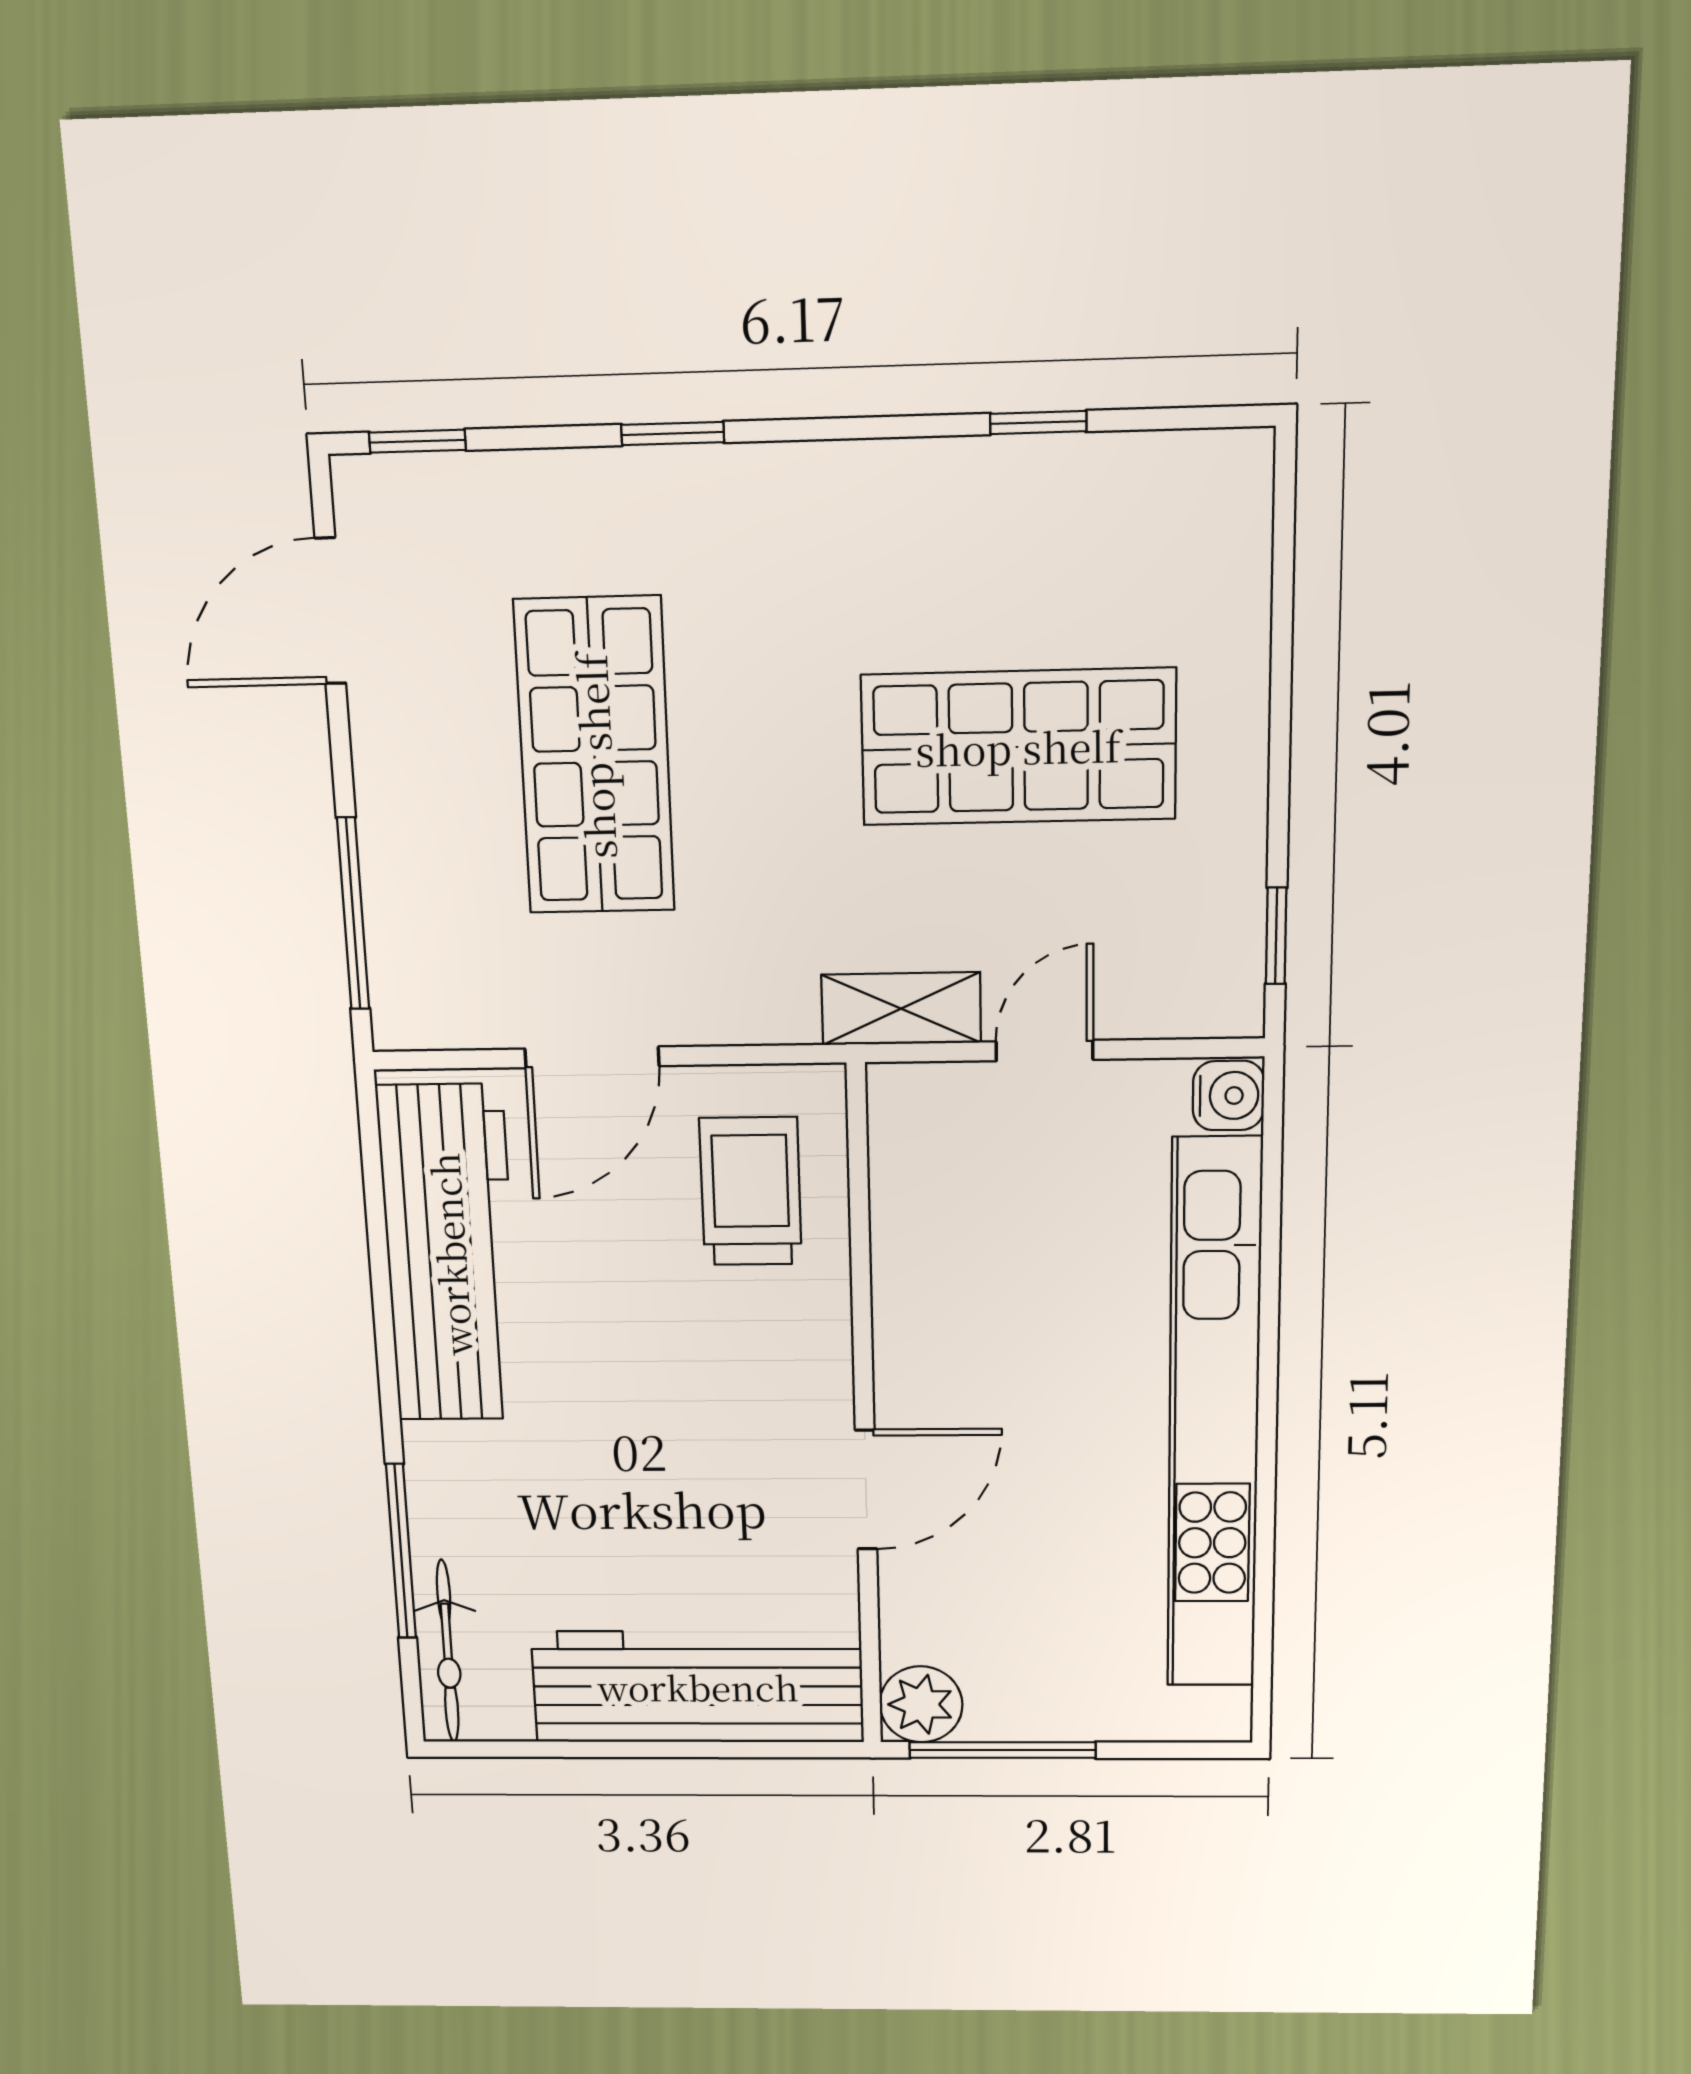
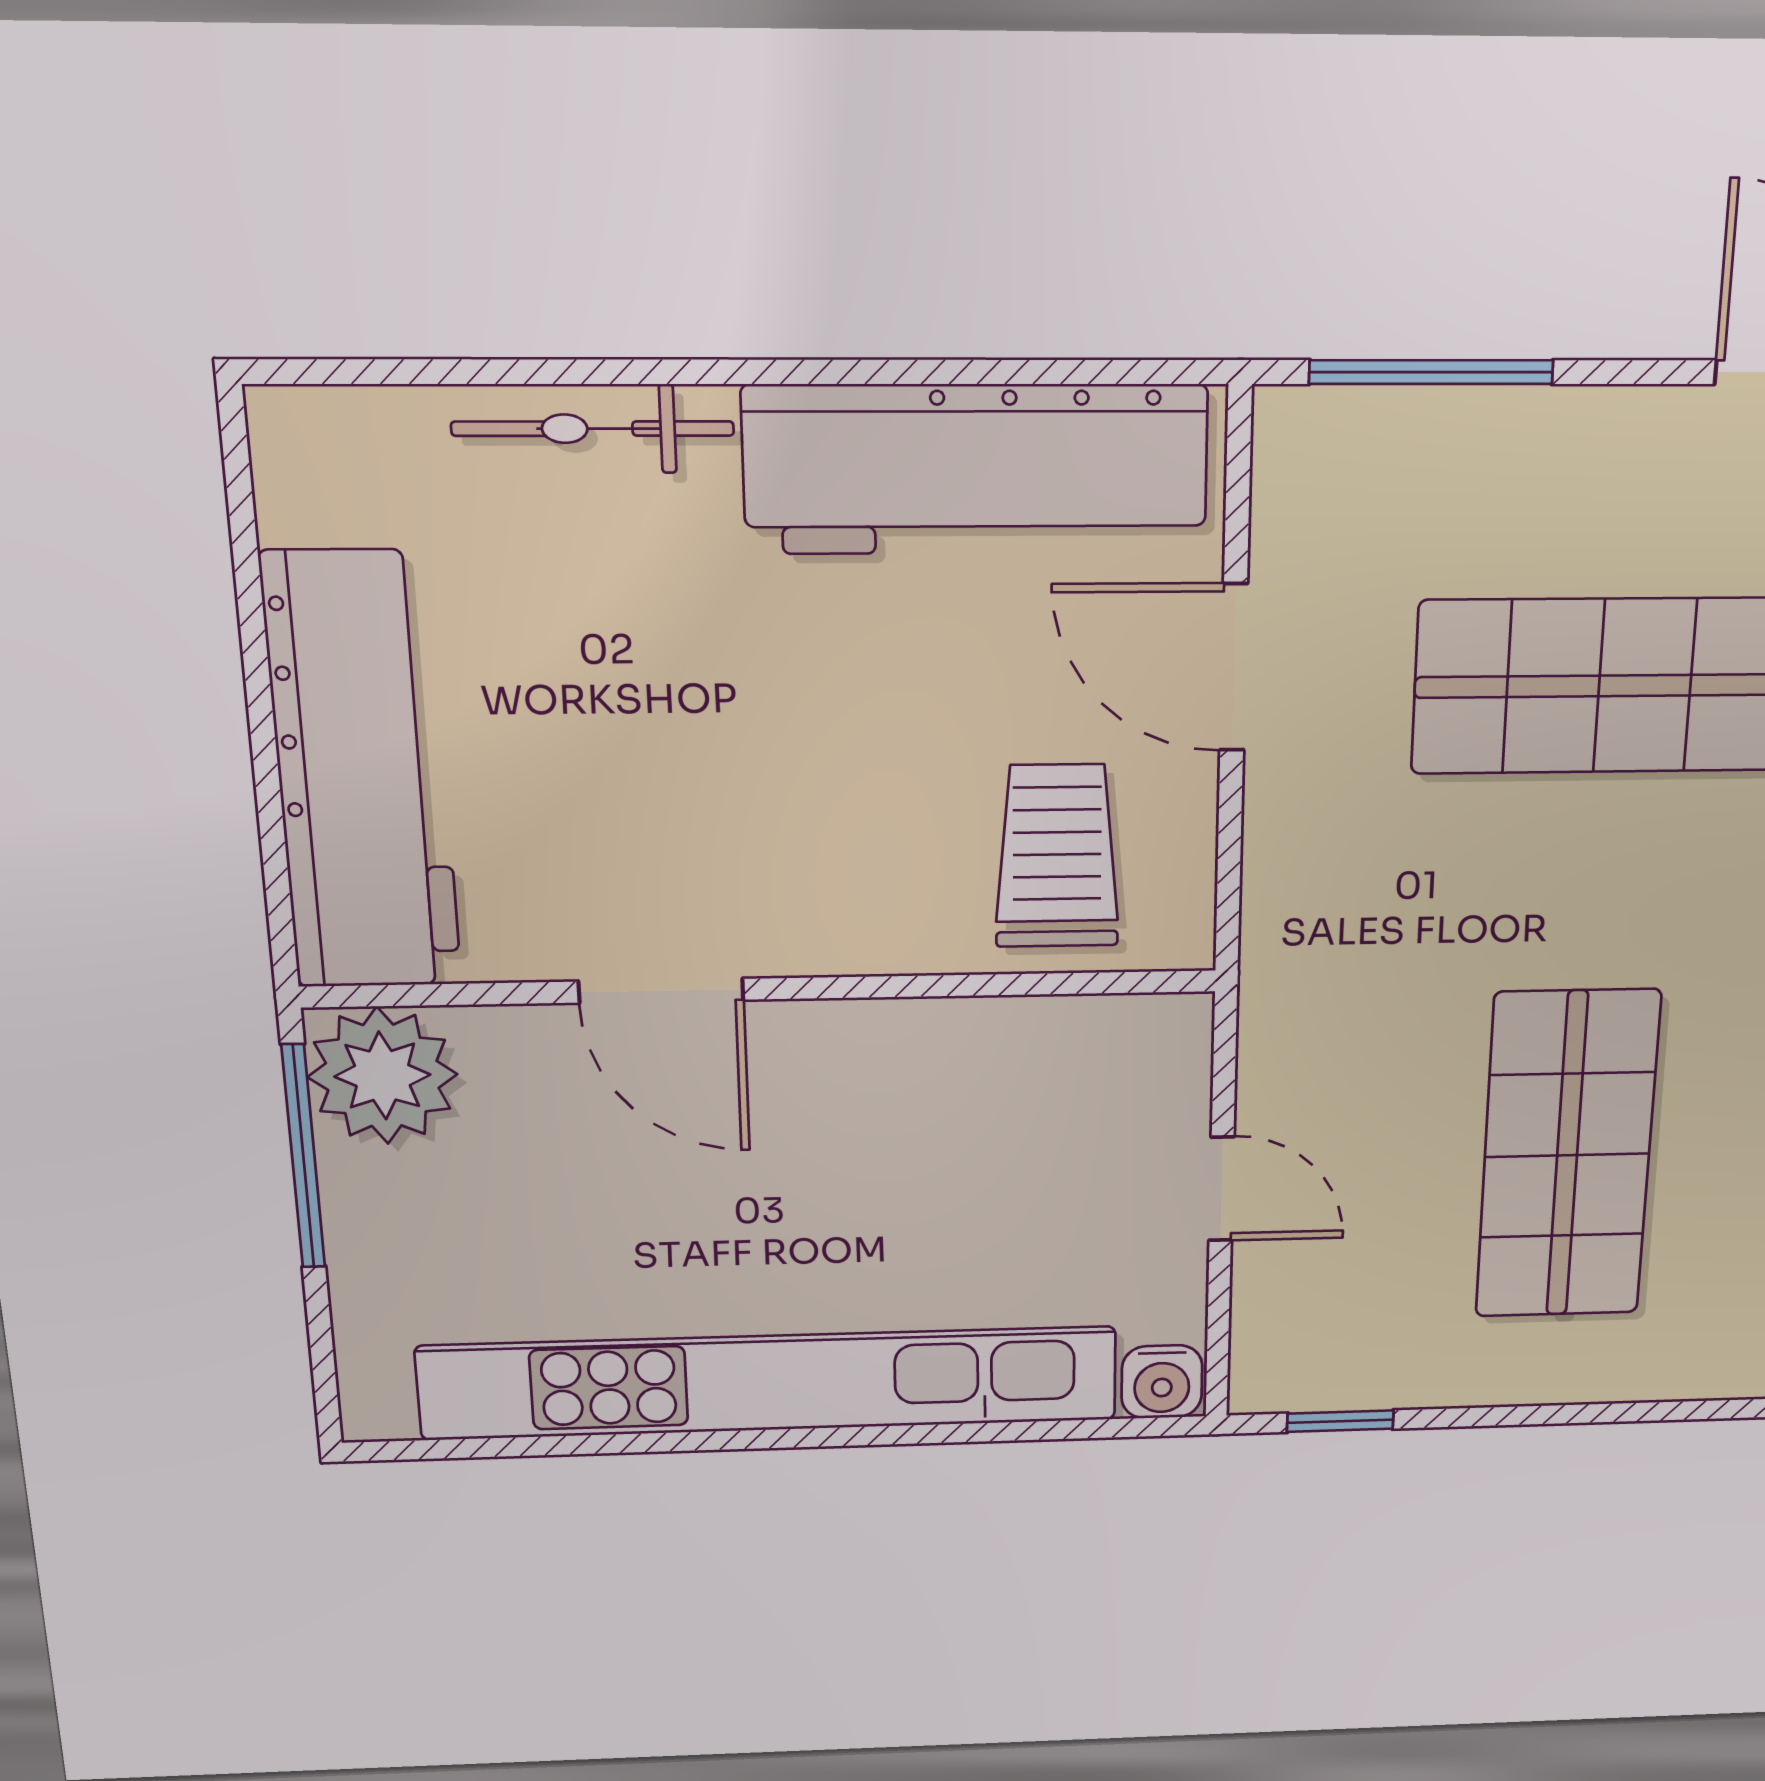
shelving: (901, 1009) -> (1278, 1032), removed
trolley: (751, 1191) -> (1057, 856), turned -90
window: (401, 1551) -> (541, 372), removed
bicycle: (448, 1651) -> (593, 429), moved
plant: (921, 1704) -> (382, 1076), width x1.36, depth x1.36

